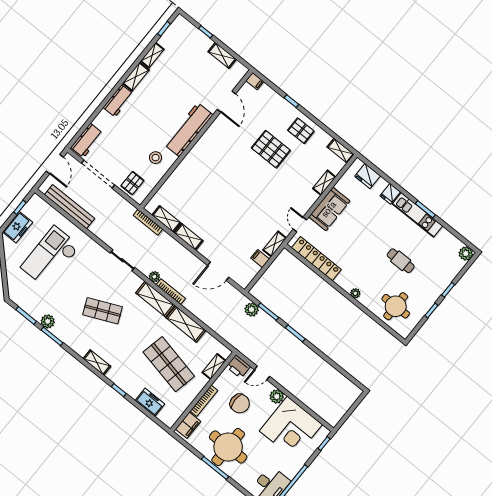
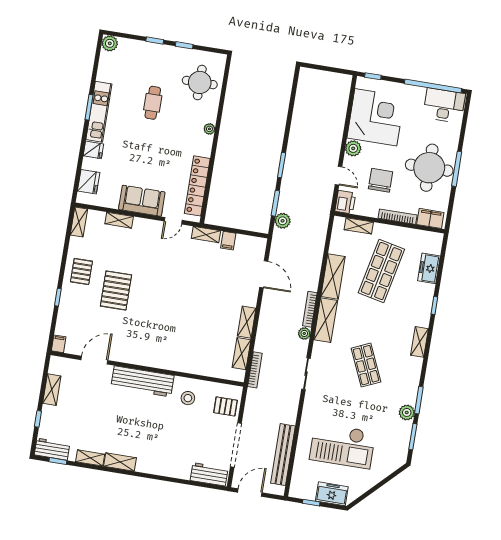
workbench: (118, 101) -> (52, 449), moved

